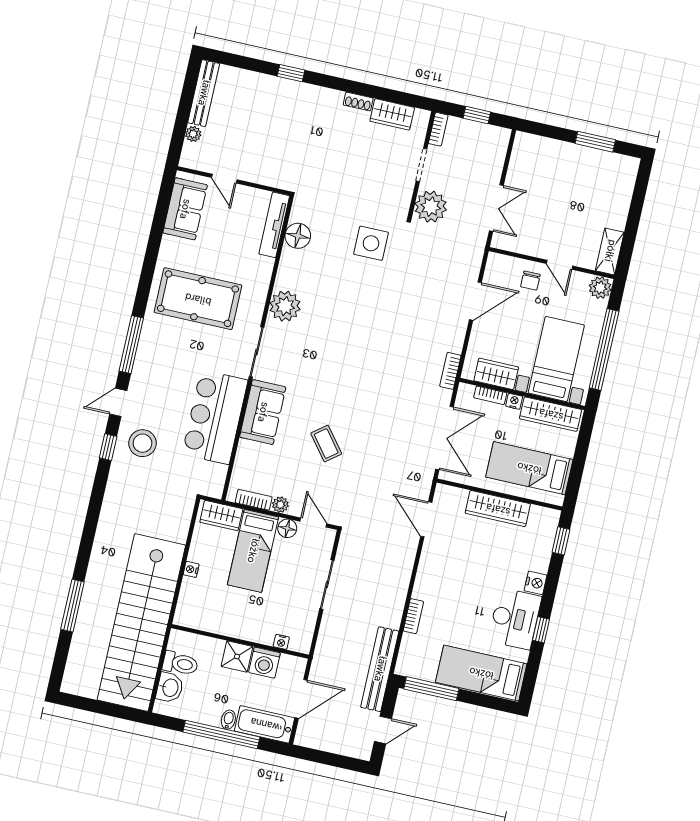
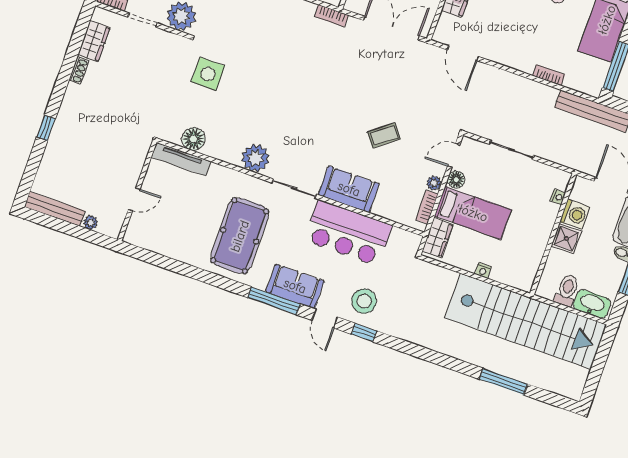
sofa: (185, 209) -> (295, 286), moved
door: (426, 519) -> (463, 53), hinge flipped
washbasin: (170, 688) -> (592, 304), width x1.38

